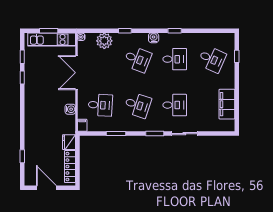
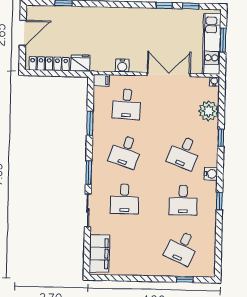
filing cabinet: (227, 104) -> (99, 254), moved, turned 90

